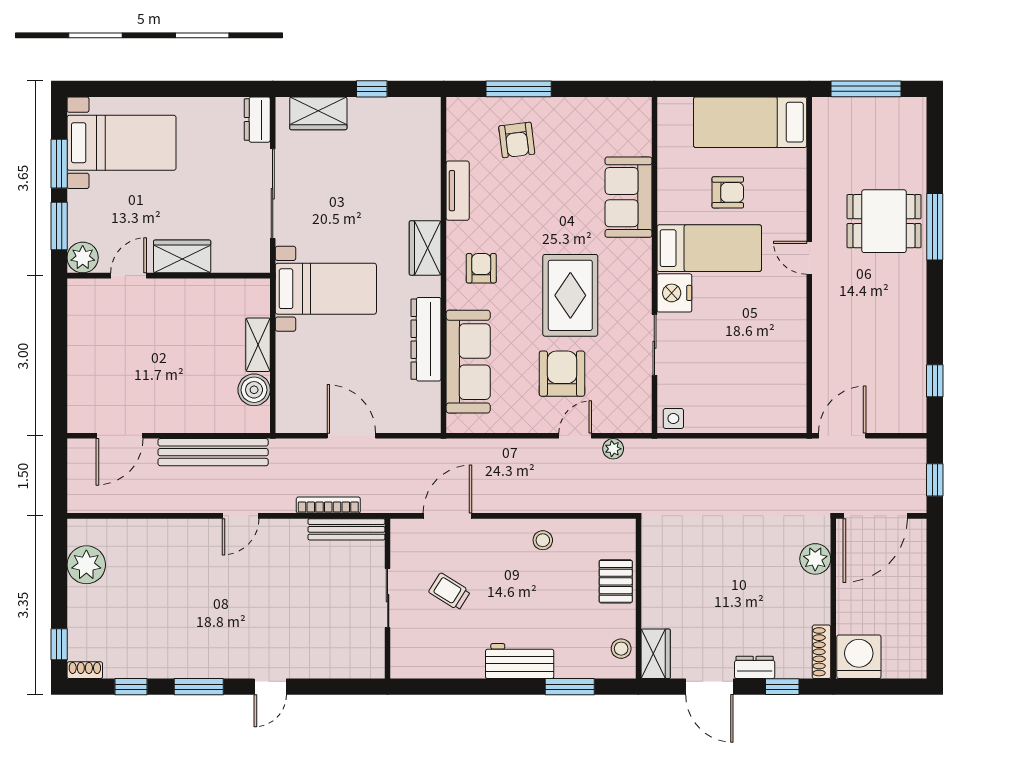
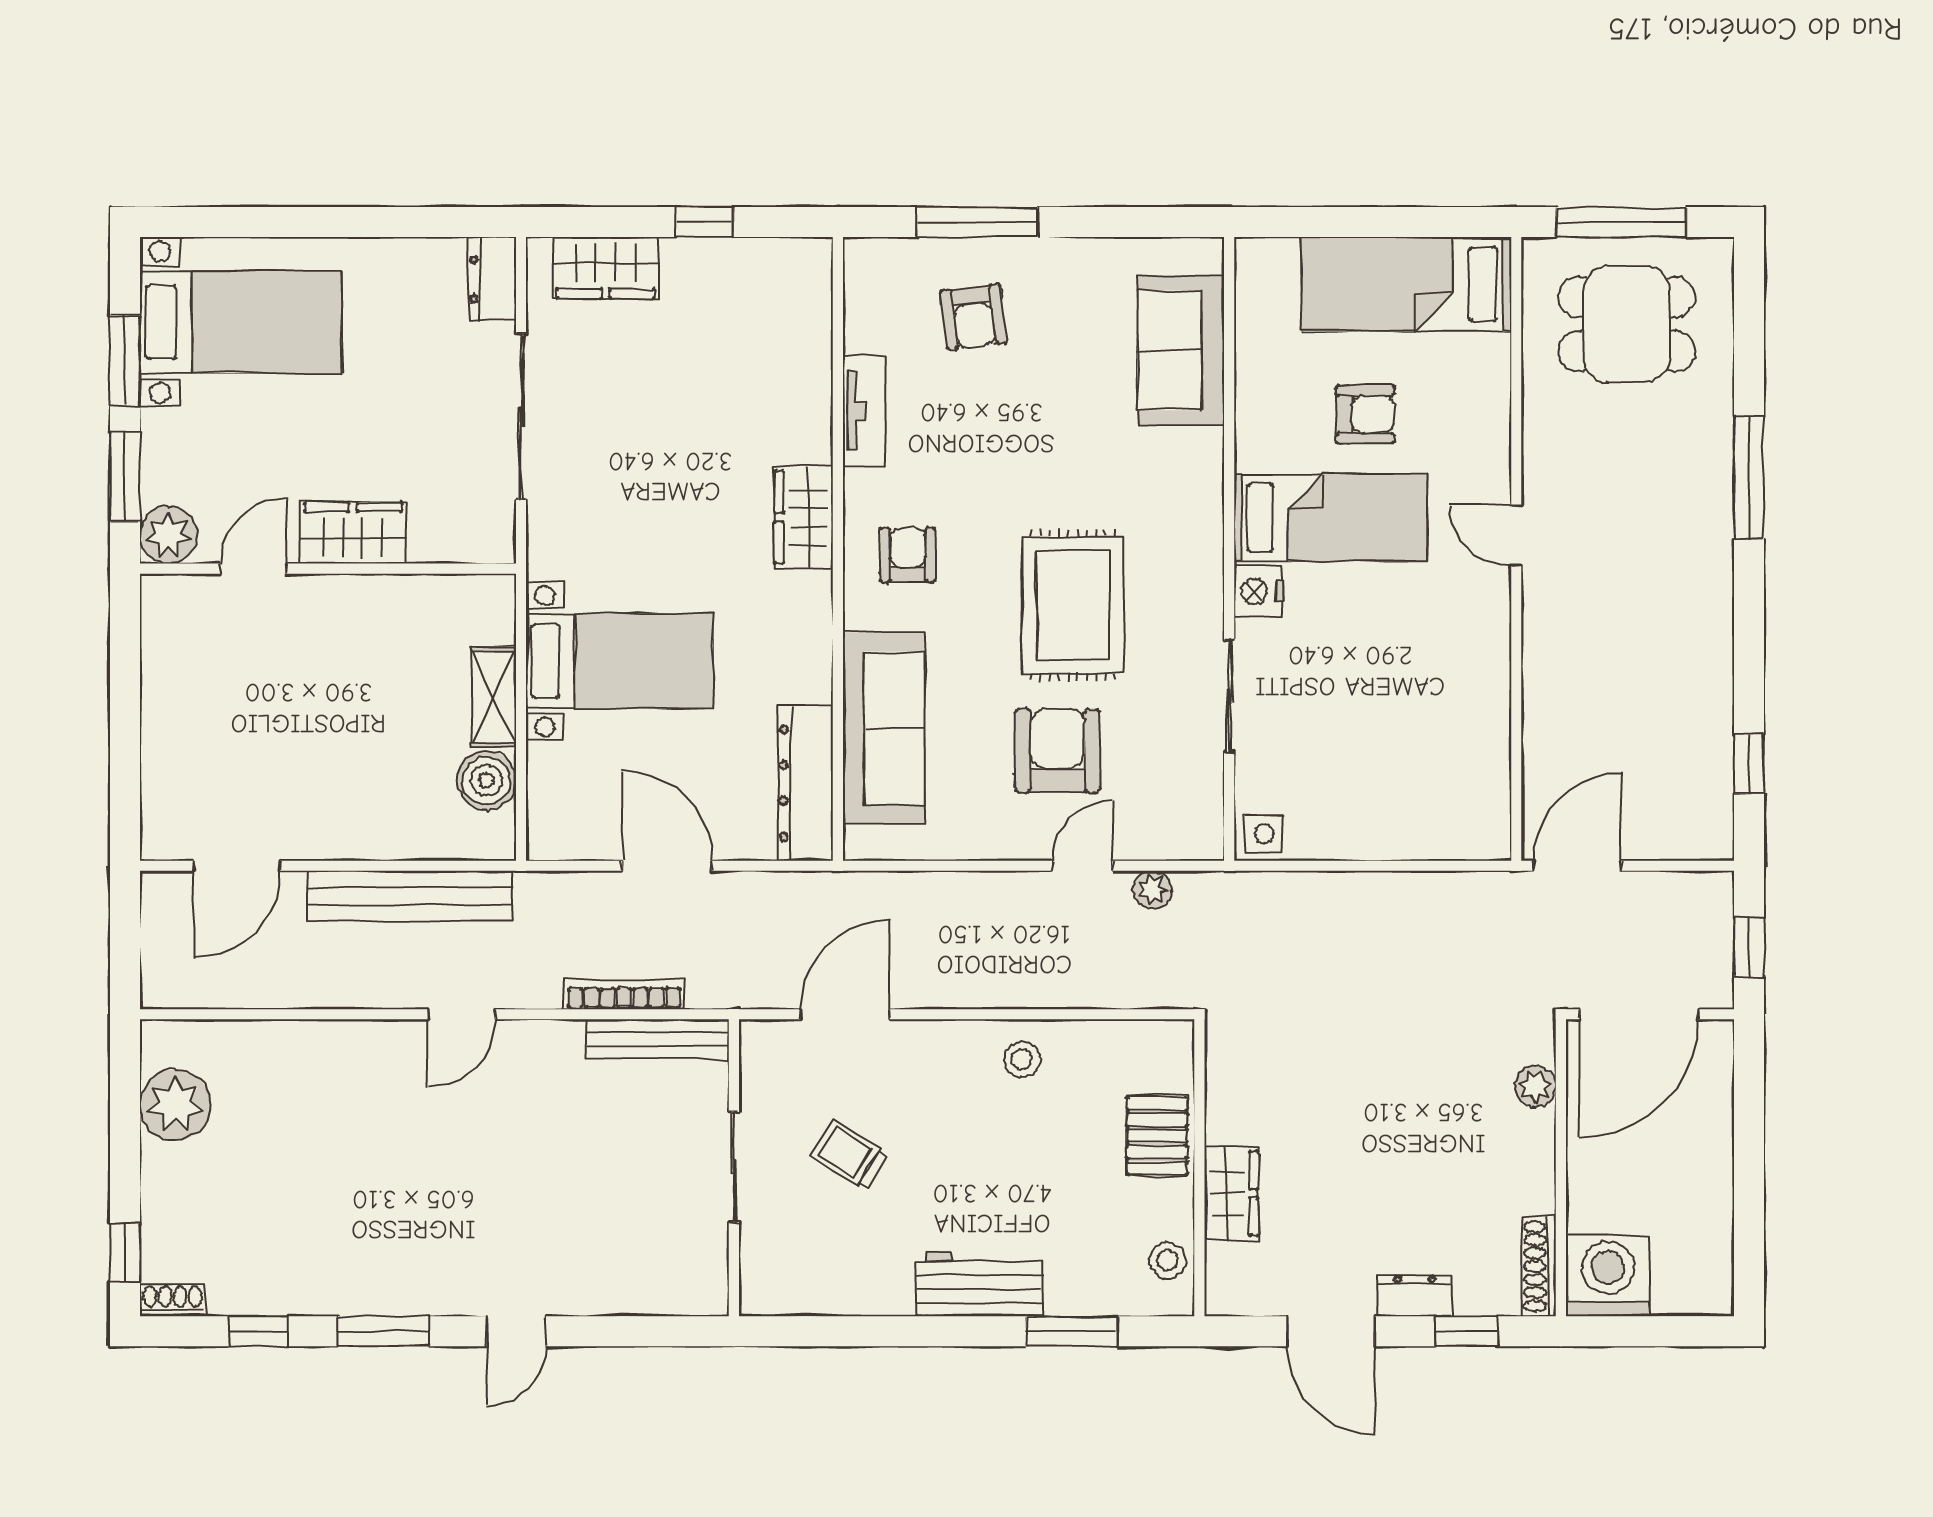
sofa: (628, 197) -> (1181, 350), moved
dining table: (884, 221) -> (1627, 324), moved
bed with nightstands: (326, 289) -> (620, 661), moved
nightstand: (674, 293) -> (1258, 591), width x0.74, depth x0.75
dresser: (426, 339) -> (805, 783), moved
plant: (815, 559) -> (1535, 1086), width x0.73, depth x0.73
wardrobe: (656, 654) -> (1231, 1193), moved

